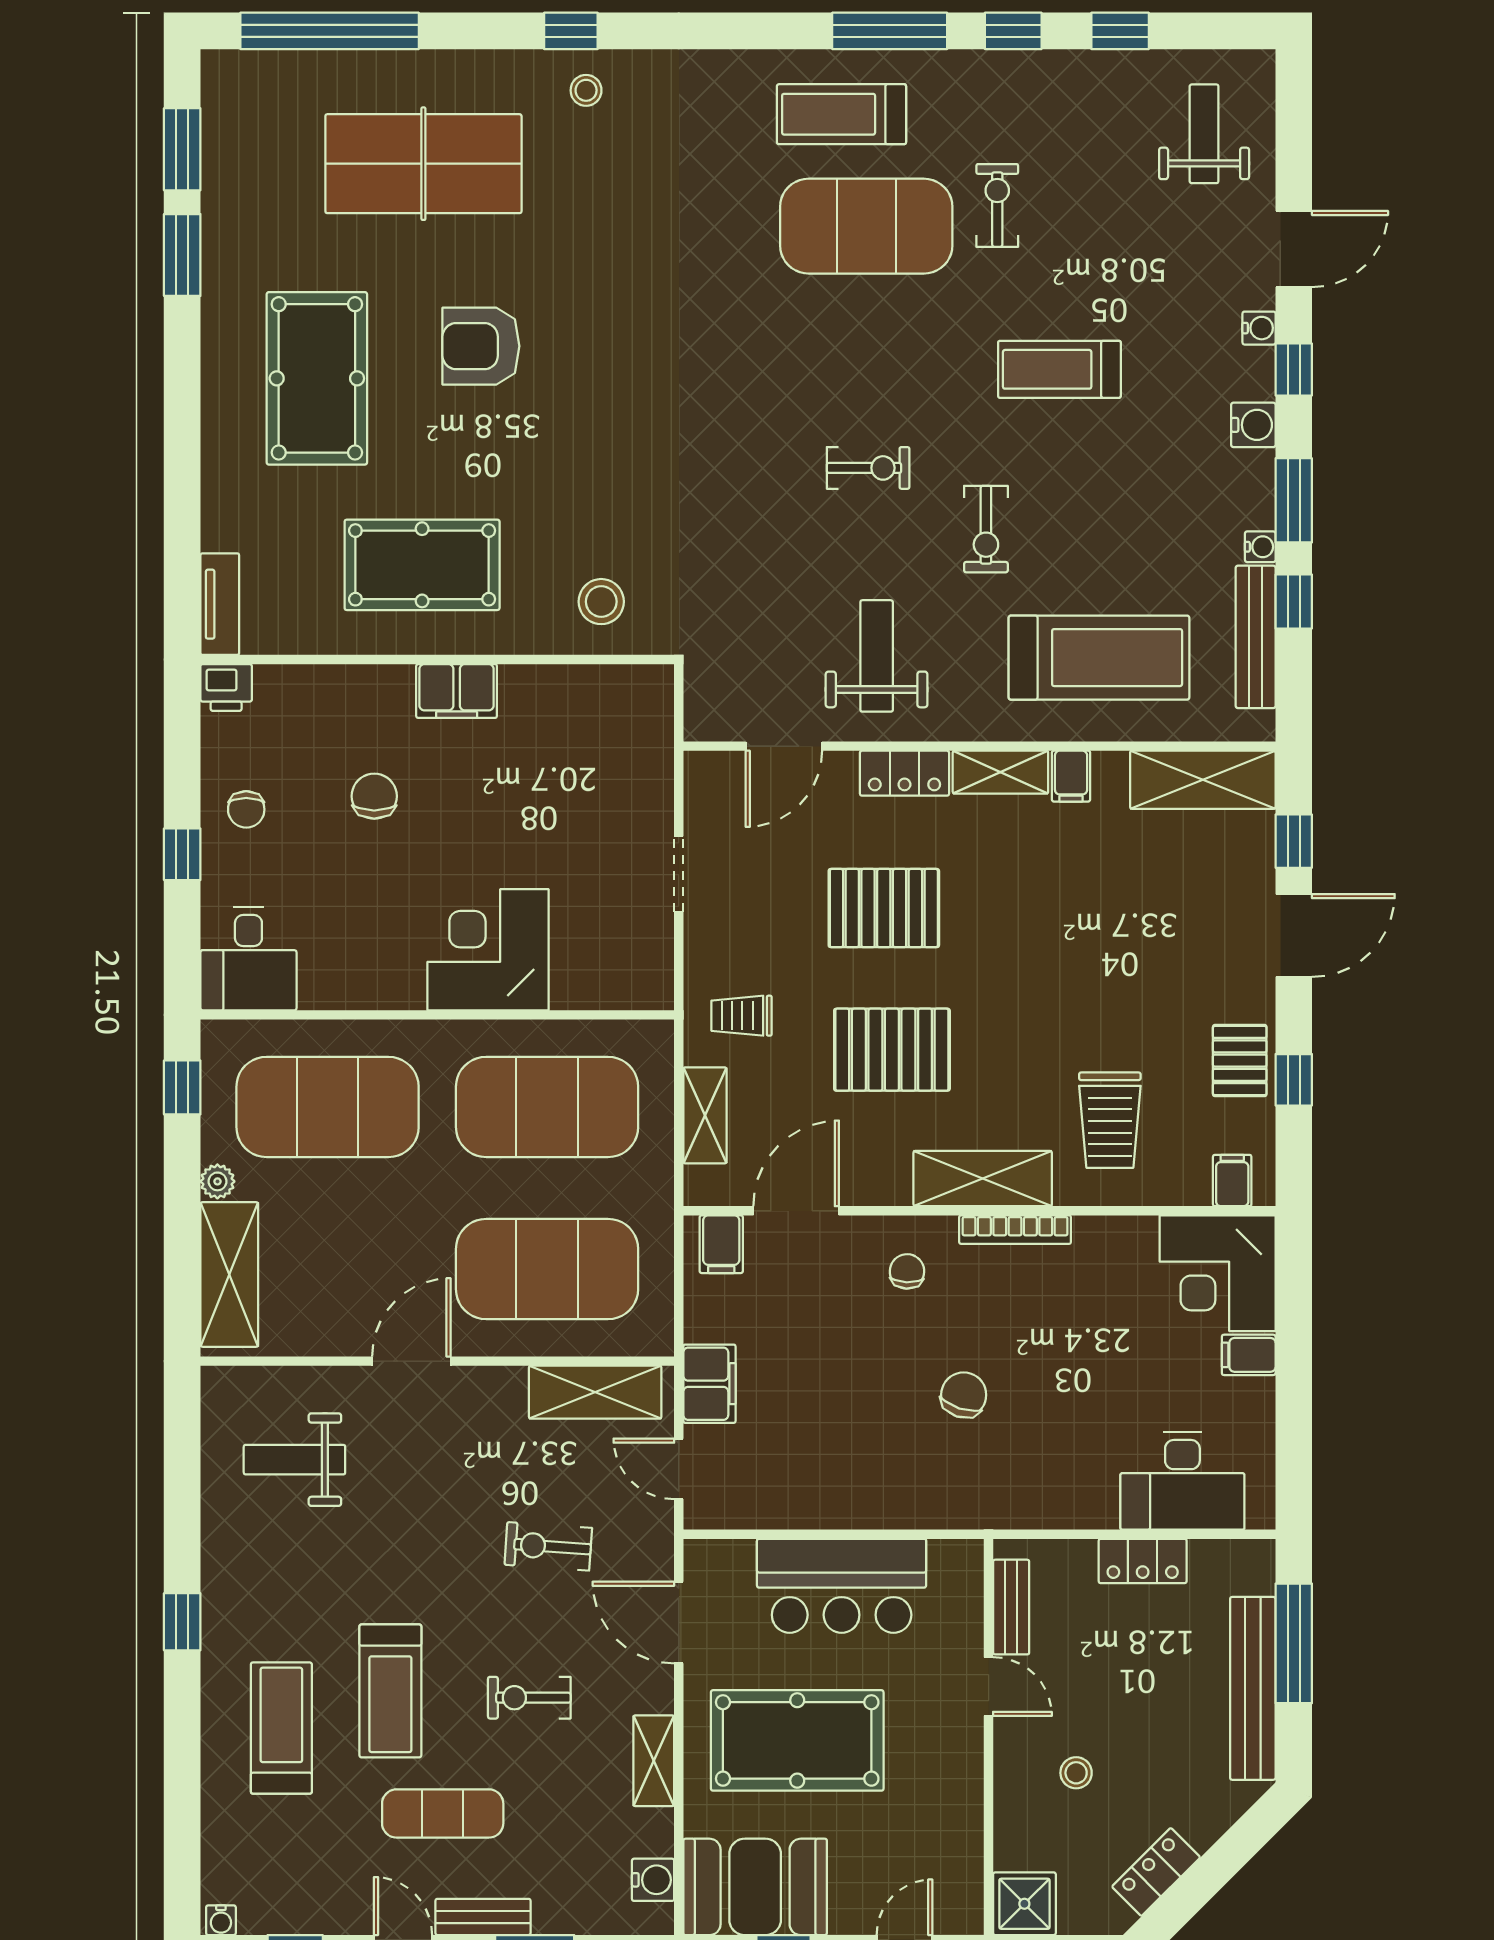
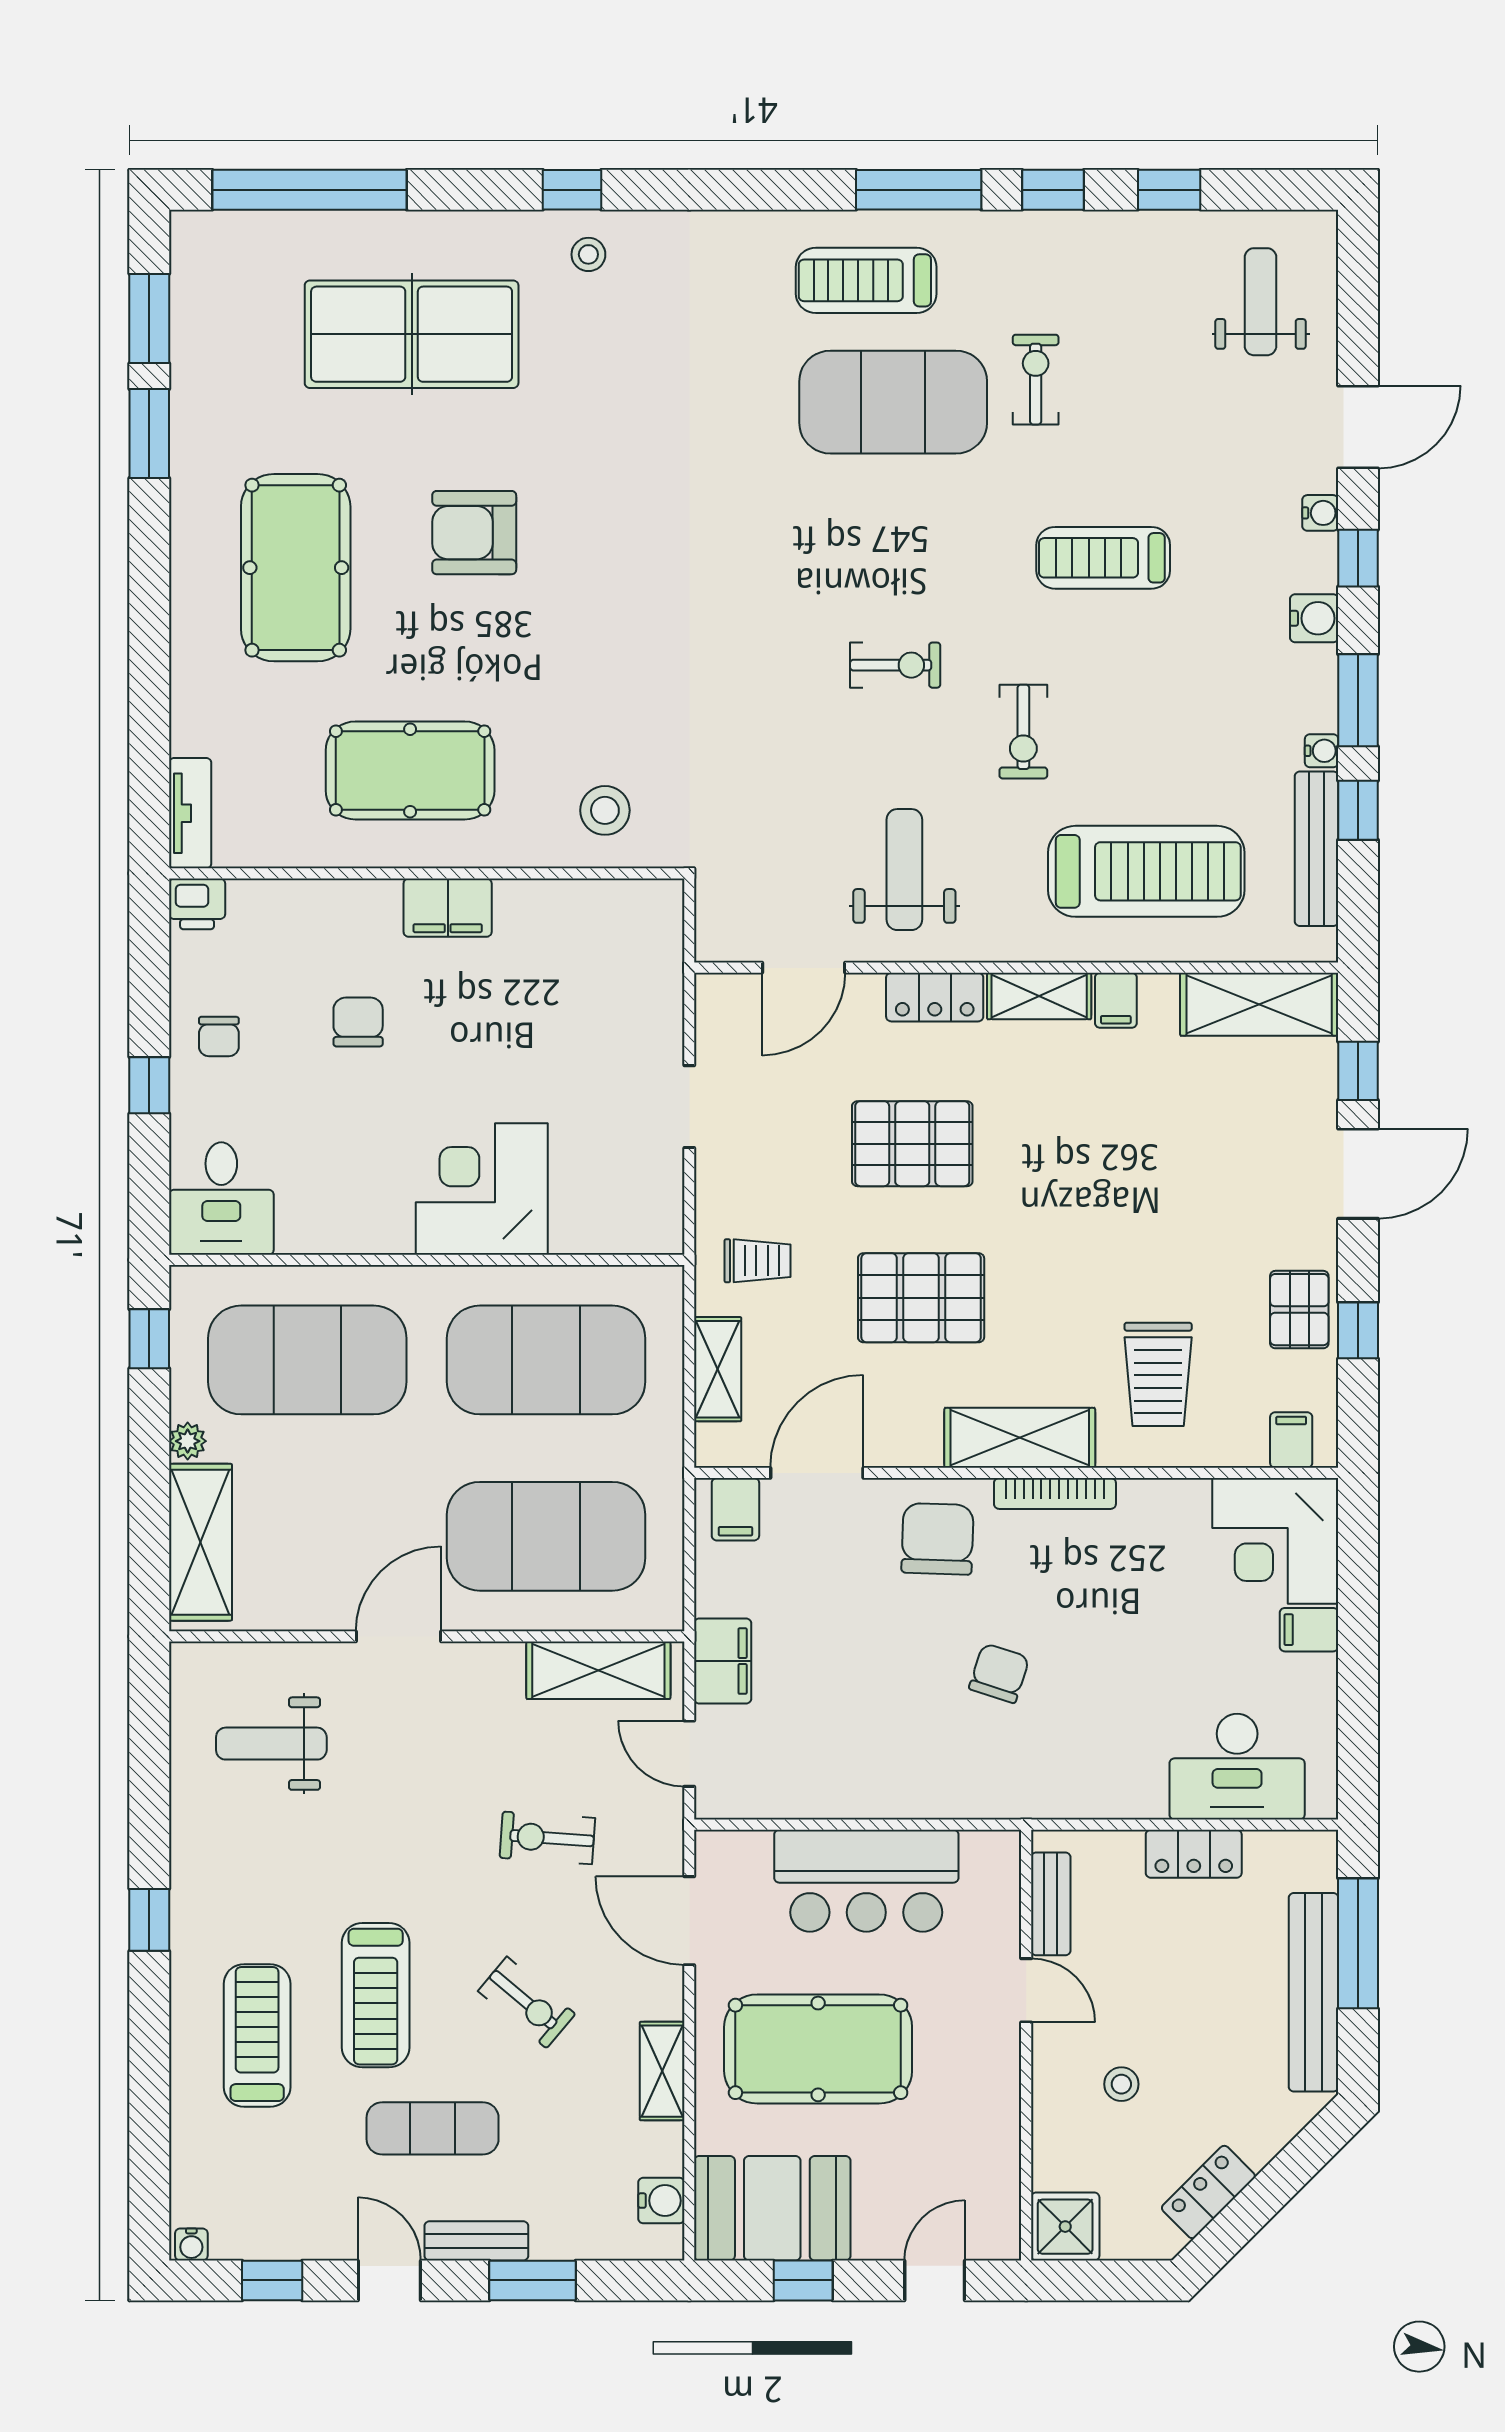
trolley: (742, 1016) -> (758, 1261), turned 180
chair: (907, 1271) -> (937, 1539), width x1.87, depth x1.87
exercise bike: (529, 1698) -> (527, 2002), turned -140

